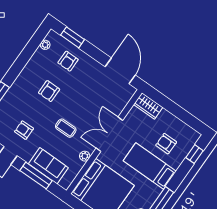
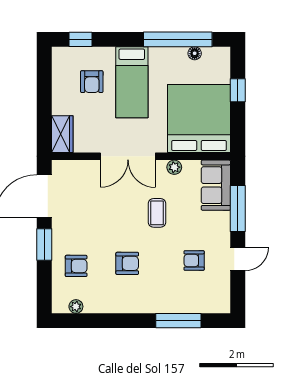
window: (73, 37) -> (44, 244), moved
armchair: (24, 130) -> (194, 260), turned 90
sofa: (48, 166) -> (216, 185), moved

